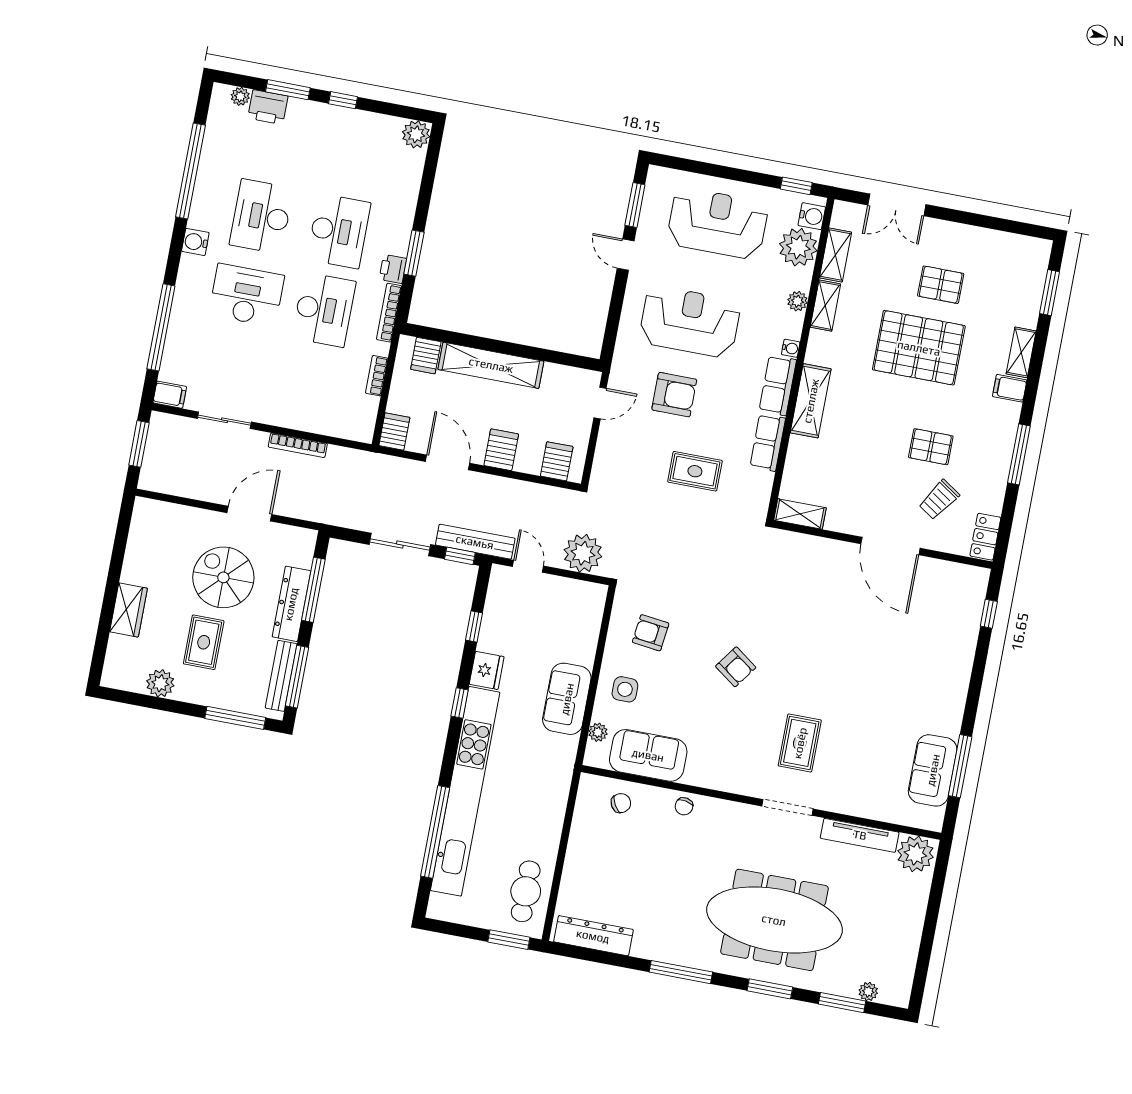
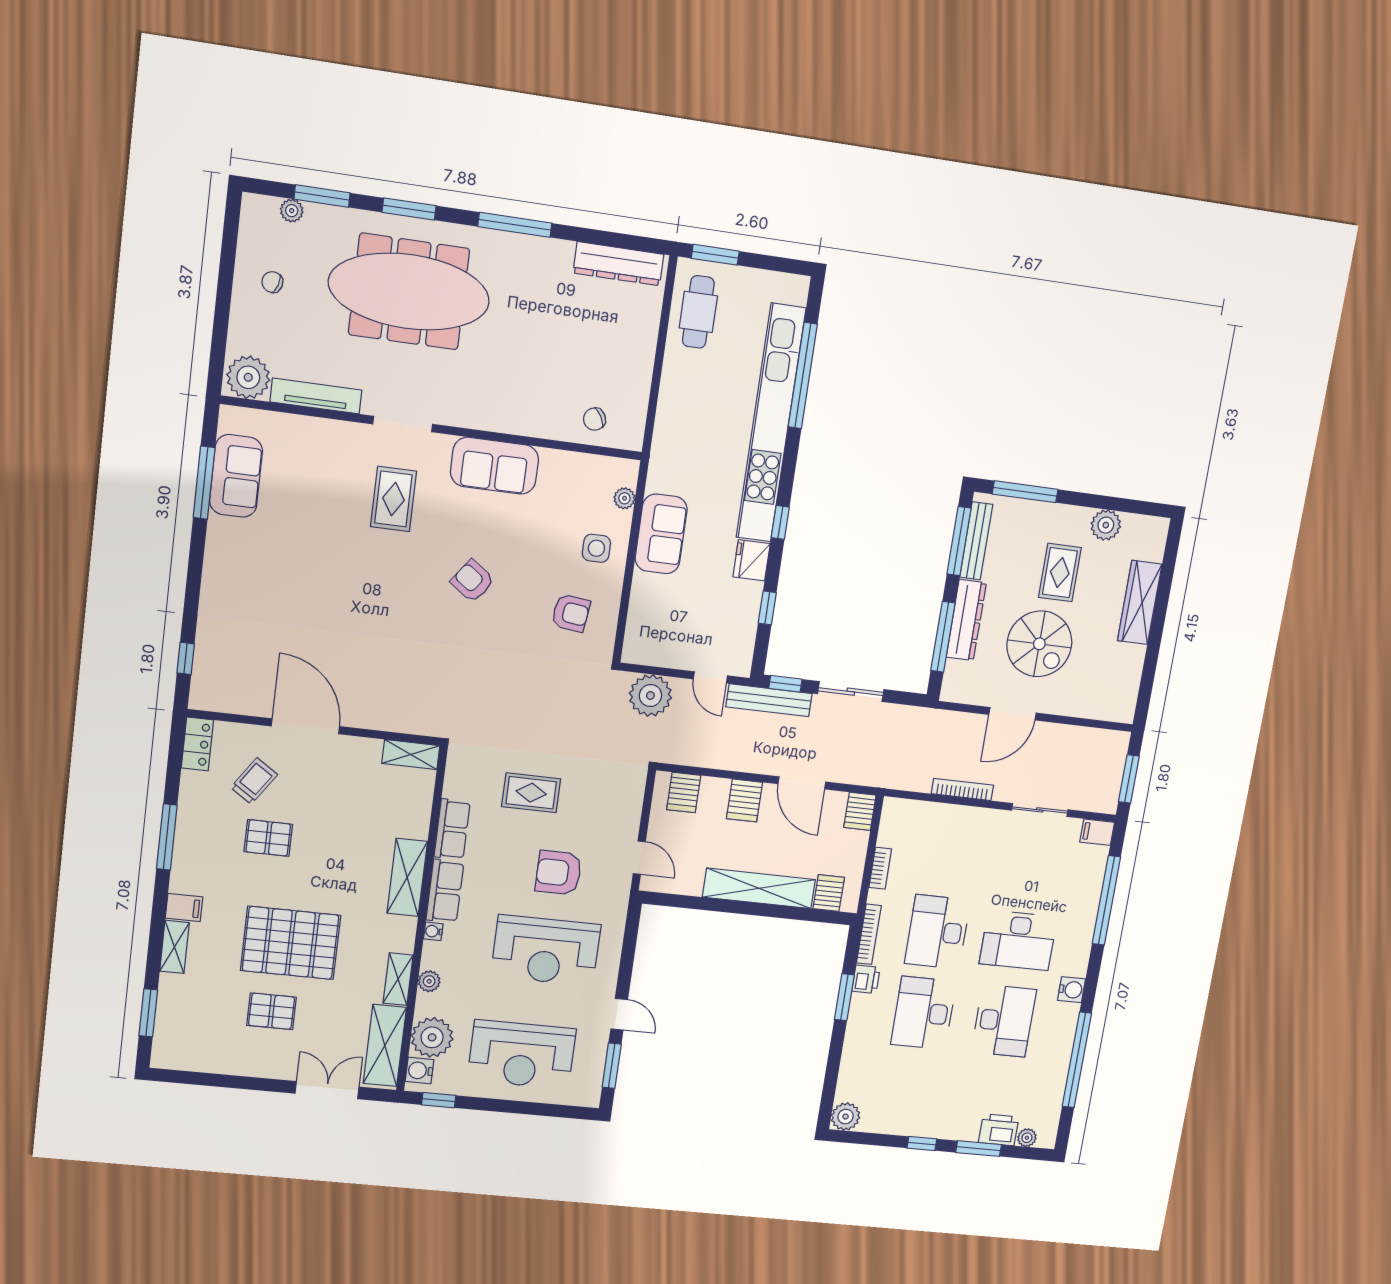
shelving: (836, 255) -> (385, 1045), width x1.50, depth x1.33
door: (600, 403) -> (639, 858), swing flipped
wardrobe: (129, 610) -> (1140, 602), width x1.50
sofa: (648, 755) -> (494, 466), moved
chair: (684, 806) -> (272, 282), moved, turned -82

